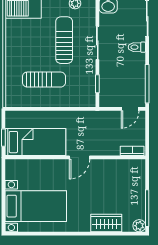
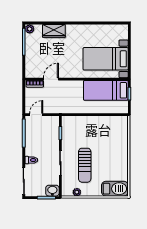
sun lounger: (44, 80) -> (100, 136), removed
door: (79, 157) -> (51, 79), moved
bed with nightstands: (36, 206) -> (106, 59), moved

